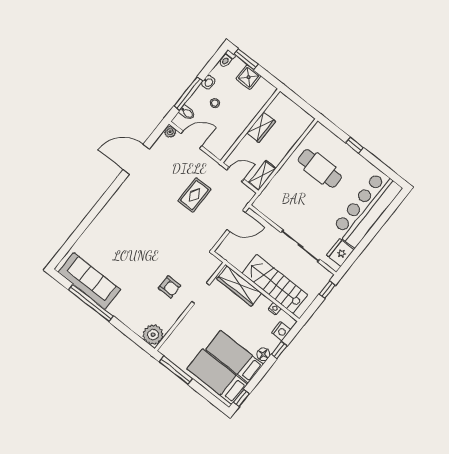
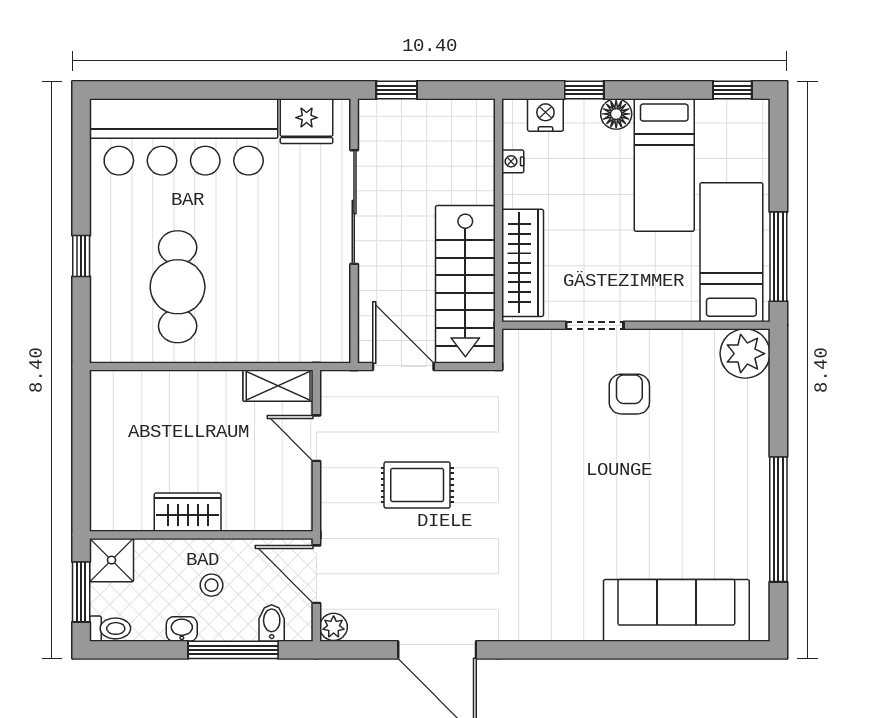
wall: (250, 126) -> (201, 535), moved
wardrobe: (261, 127) -> (188, 512), moved
sofa: (90, 281) -> (676, 610), moved, turned 90
stairs: (275, 284) -> (465, 284), moved
bed: (217, 377) -> (731, 252), moved, turned 180

